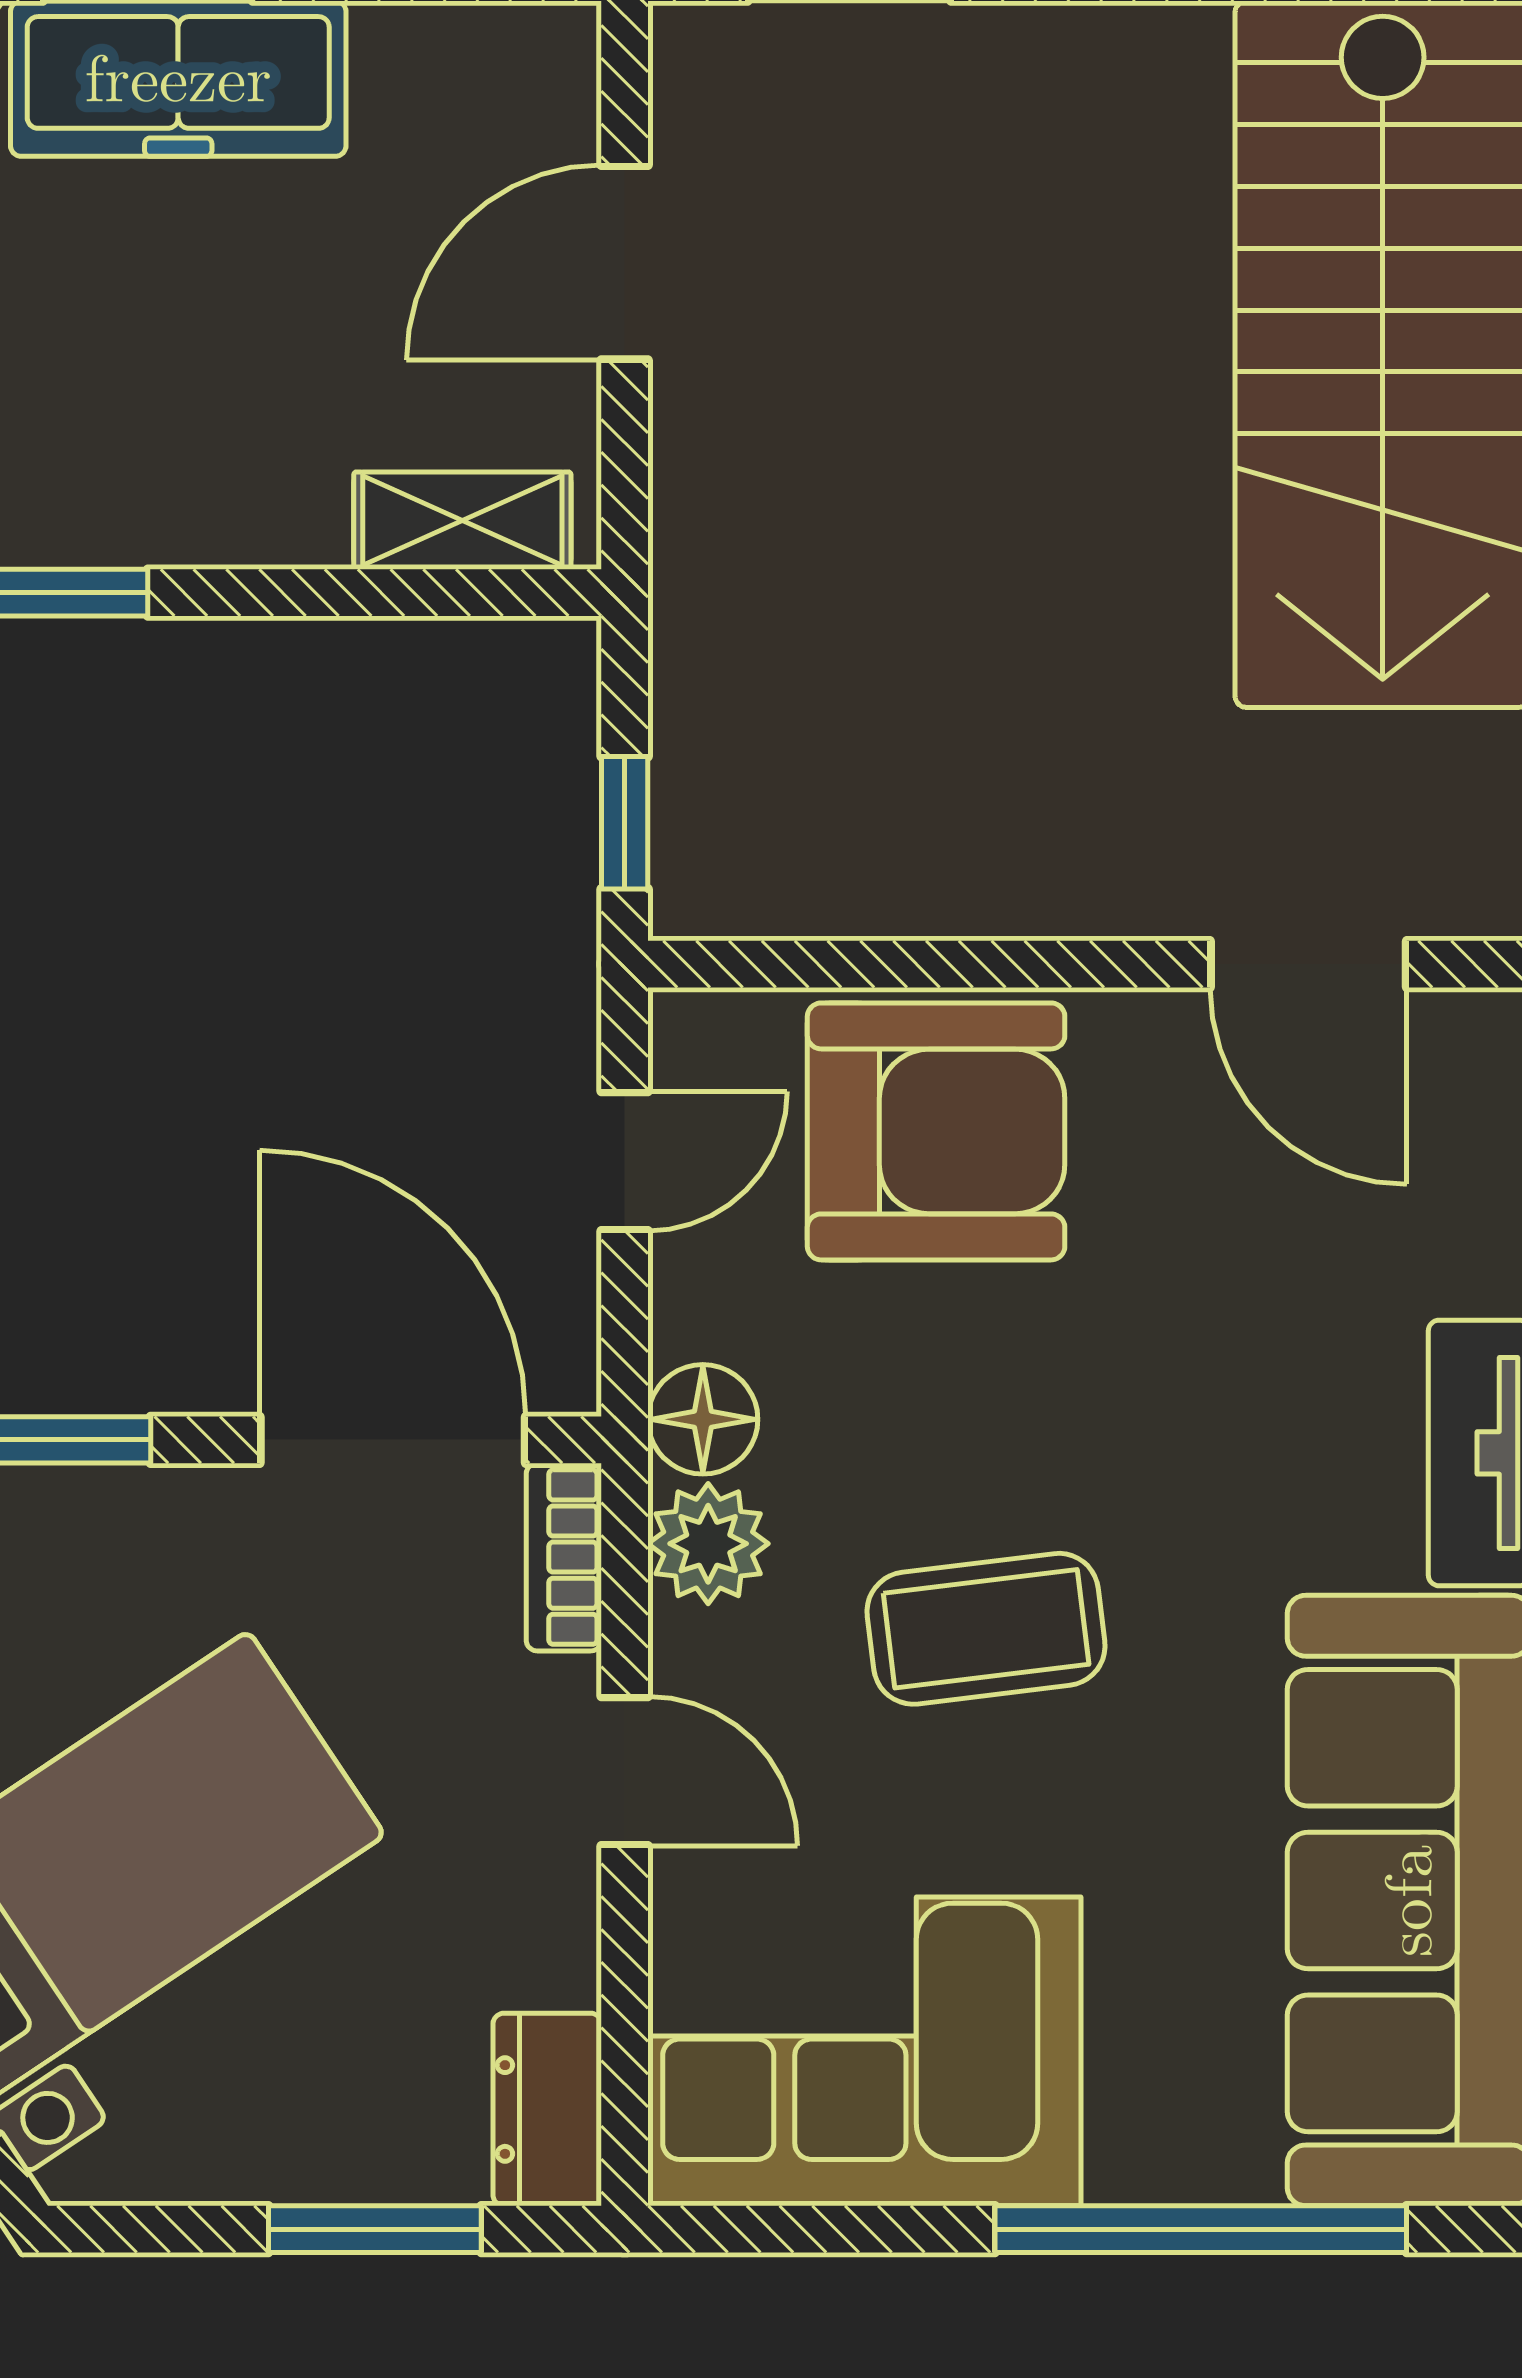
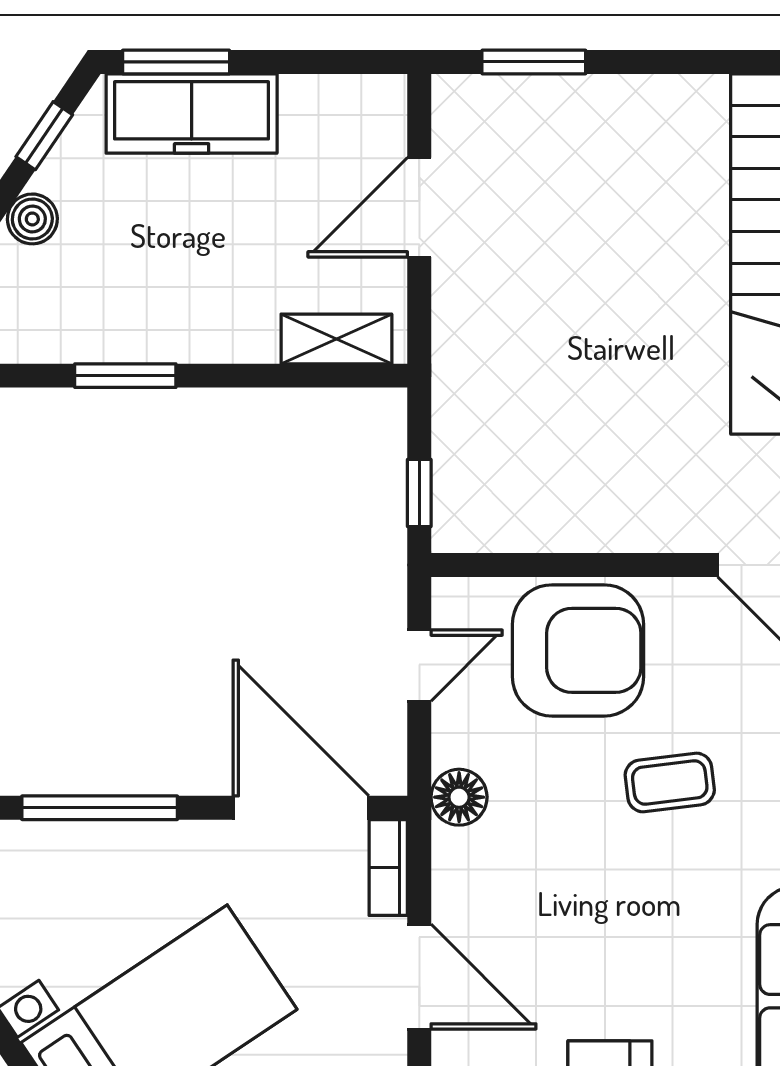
plant: (708, 1544) -> (462, 861), removed
coffee table: (986, 1629) -> (670, 782), moved, width x0.73, depth x0.77
door: (625, 1771) -> (419, 977), width x1.38

